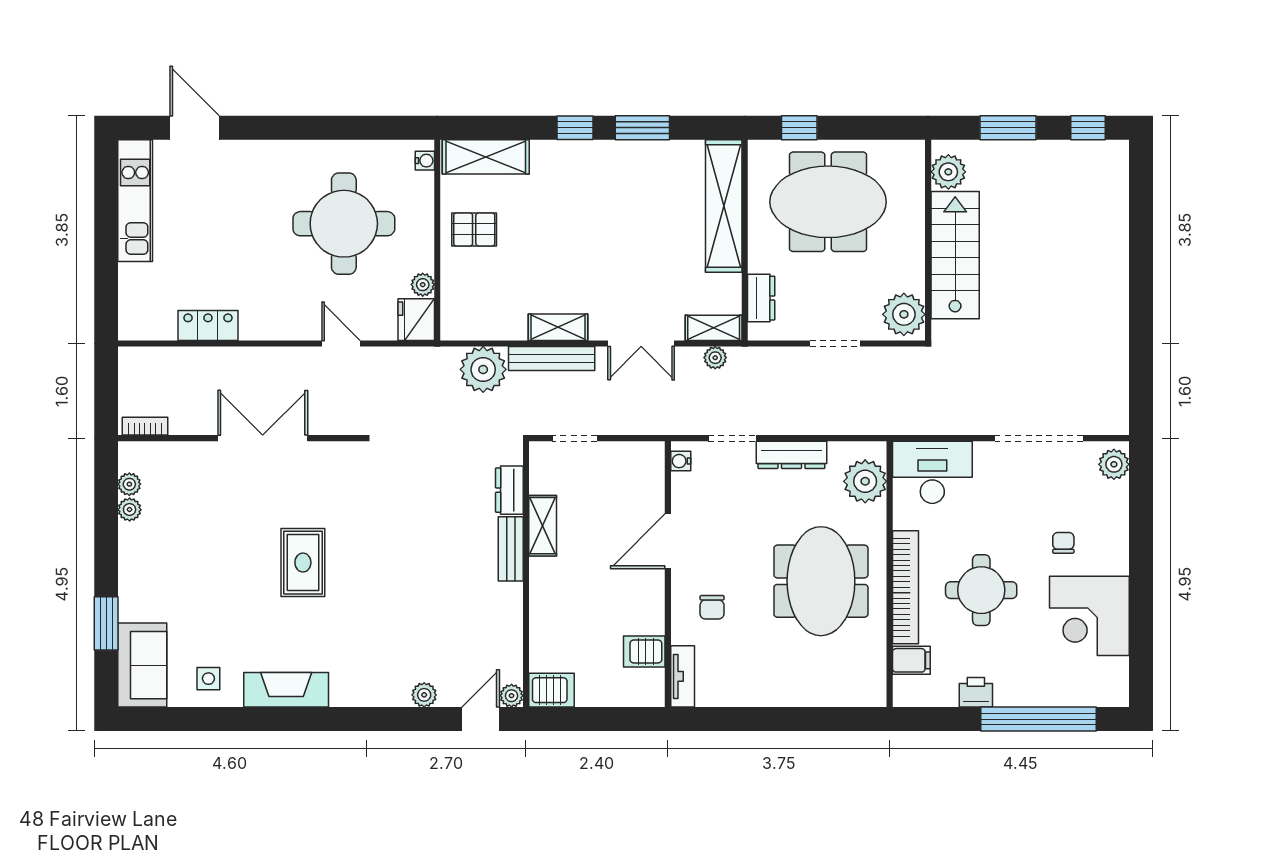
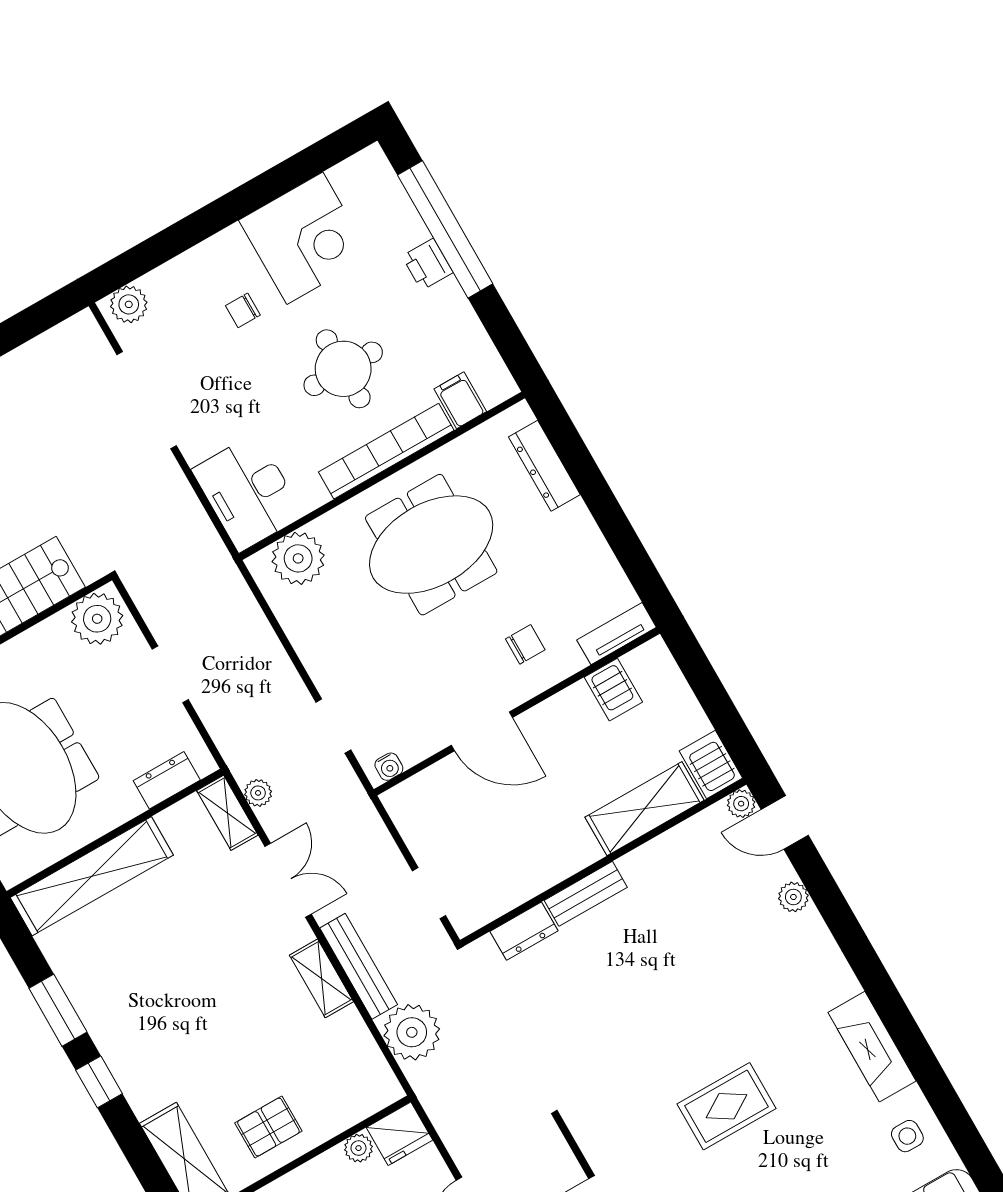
pallet: (474, 229) -> (268, 1127), turned 90
dresser: (791, 455) -> (544, 466), moved, turned 180
shelving: (543, 526) -> (644, 809), moved, width x1.50, depth x1.33
printer: (976, 692) -> (427, 264), moved

